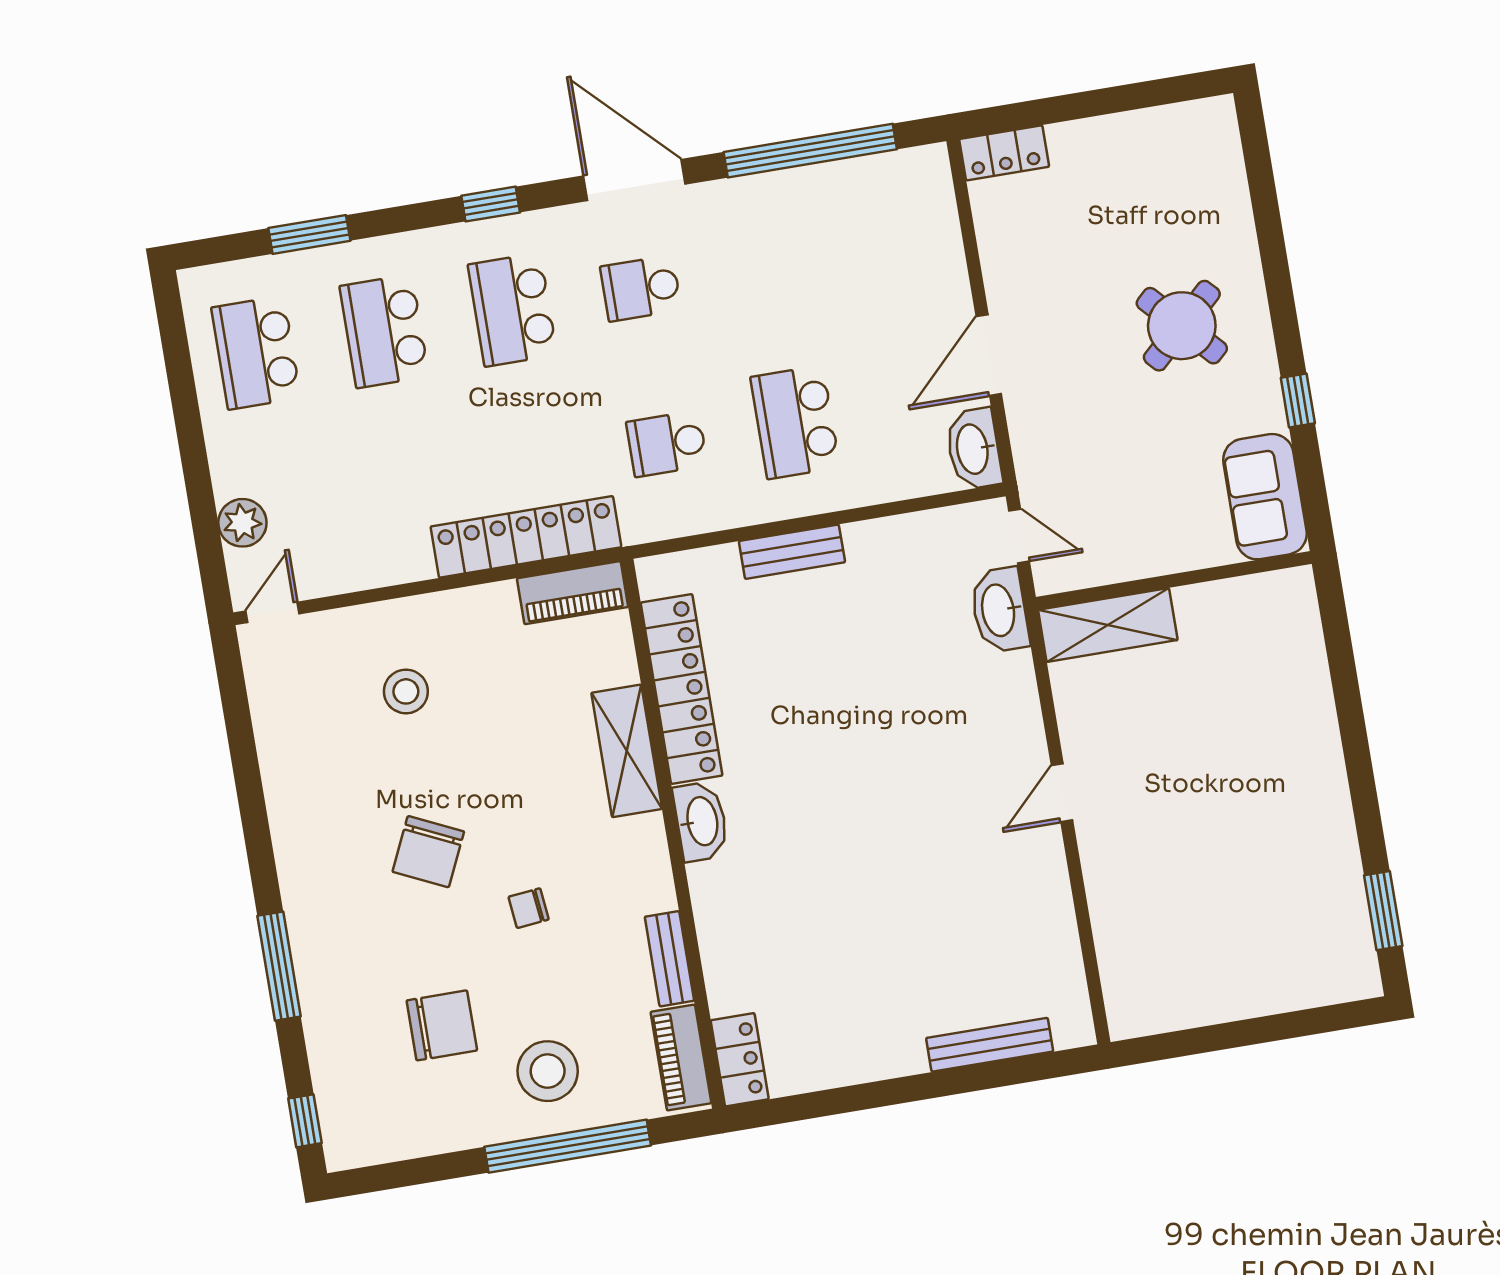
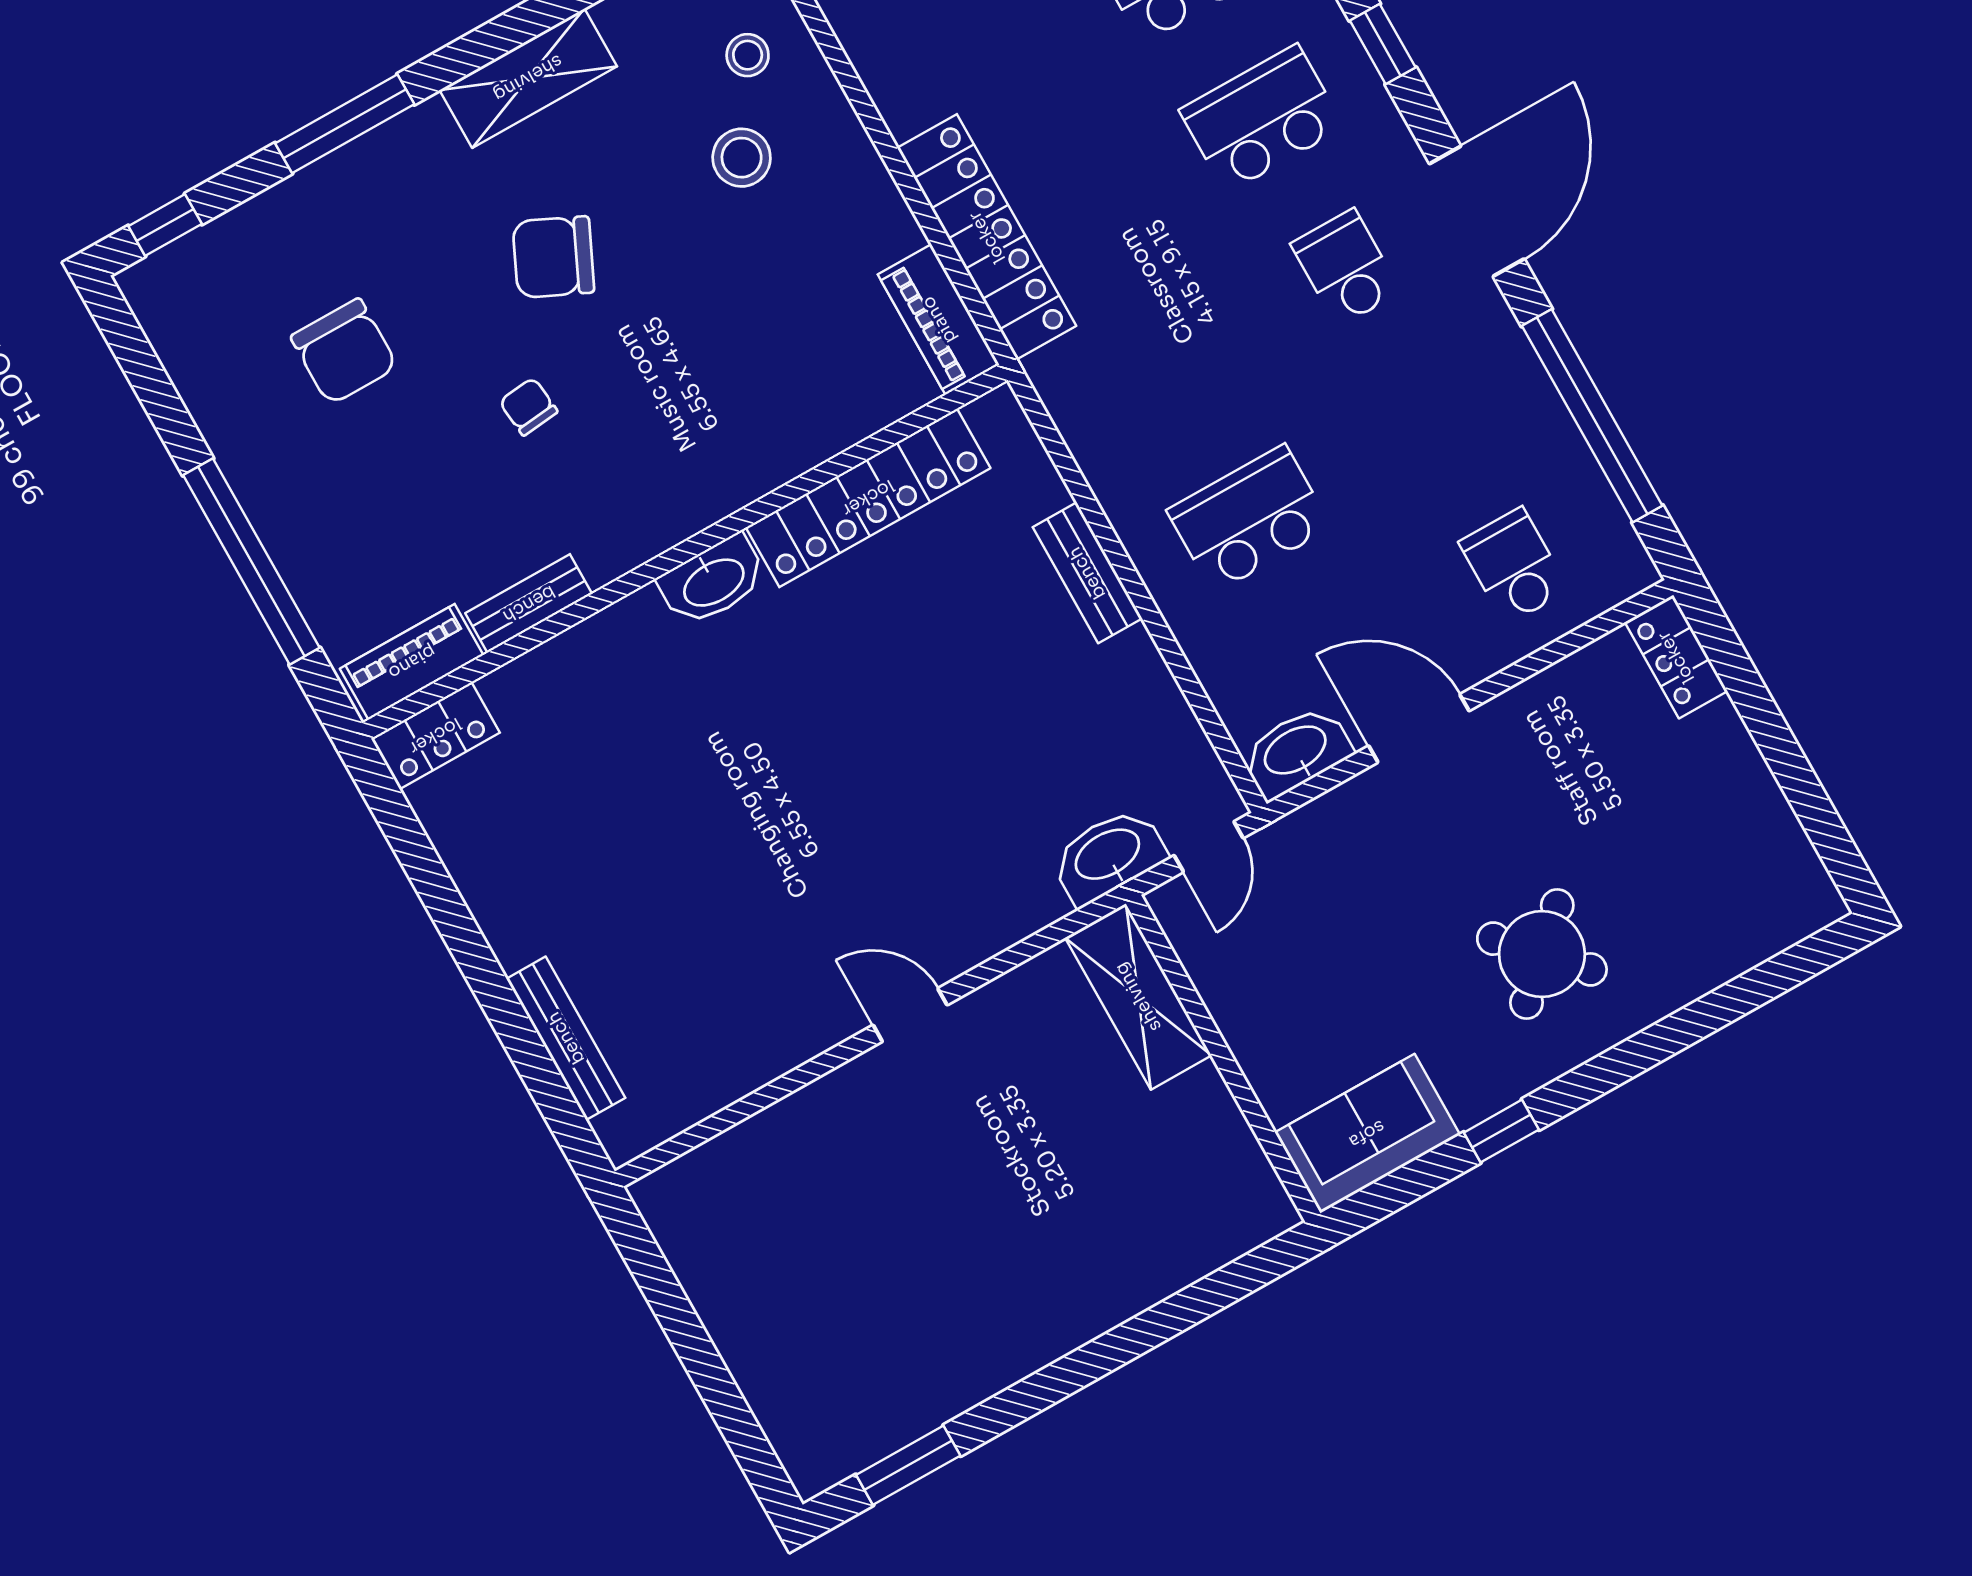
school desk: (667, 444) -> (1514, 566), moved
shelving: (627, 751) -> (528, 78), moved
stool: (548, 1071) -> (748, 55), moved, width x0.53, depth x0.53

